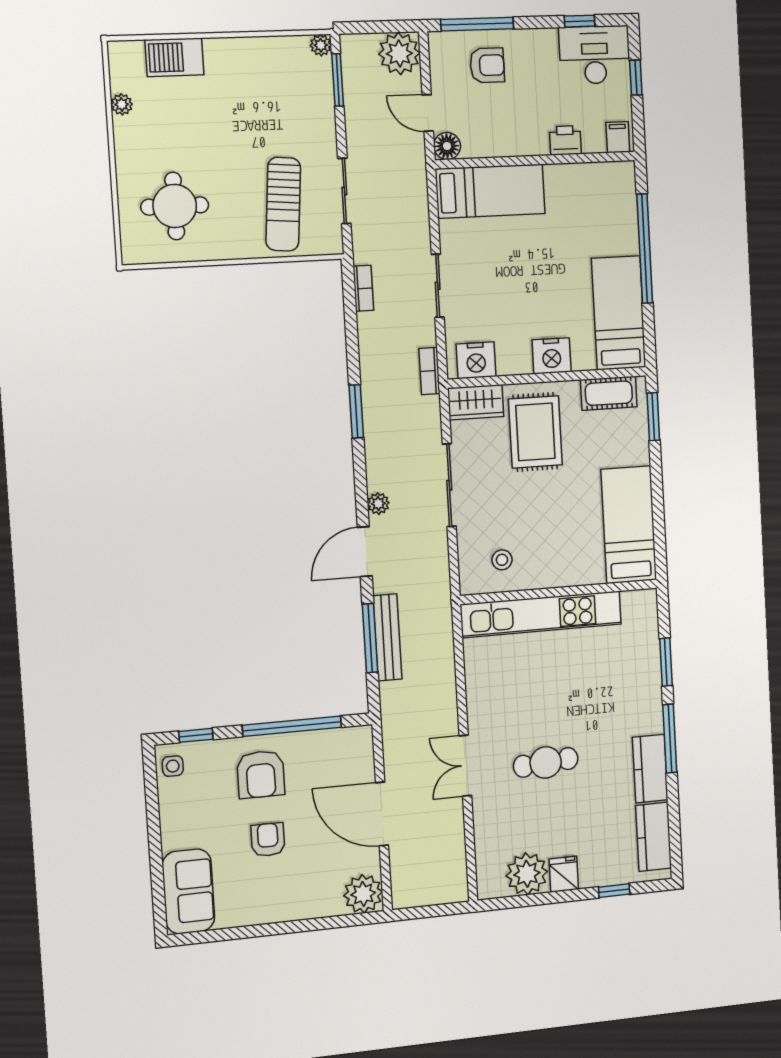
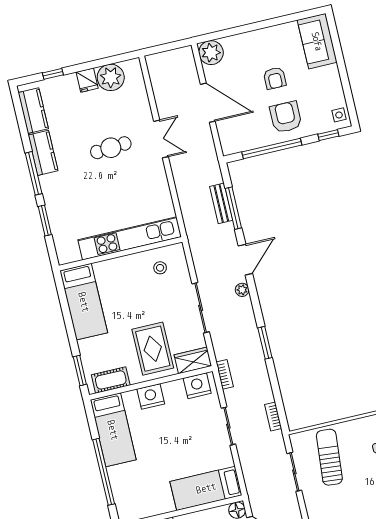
bench: (387, 637) -> (221, 203), width x0.73

